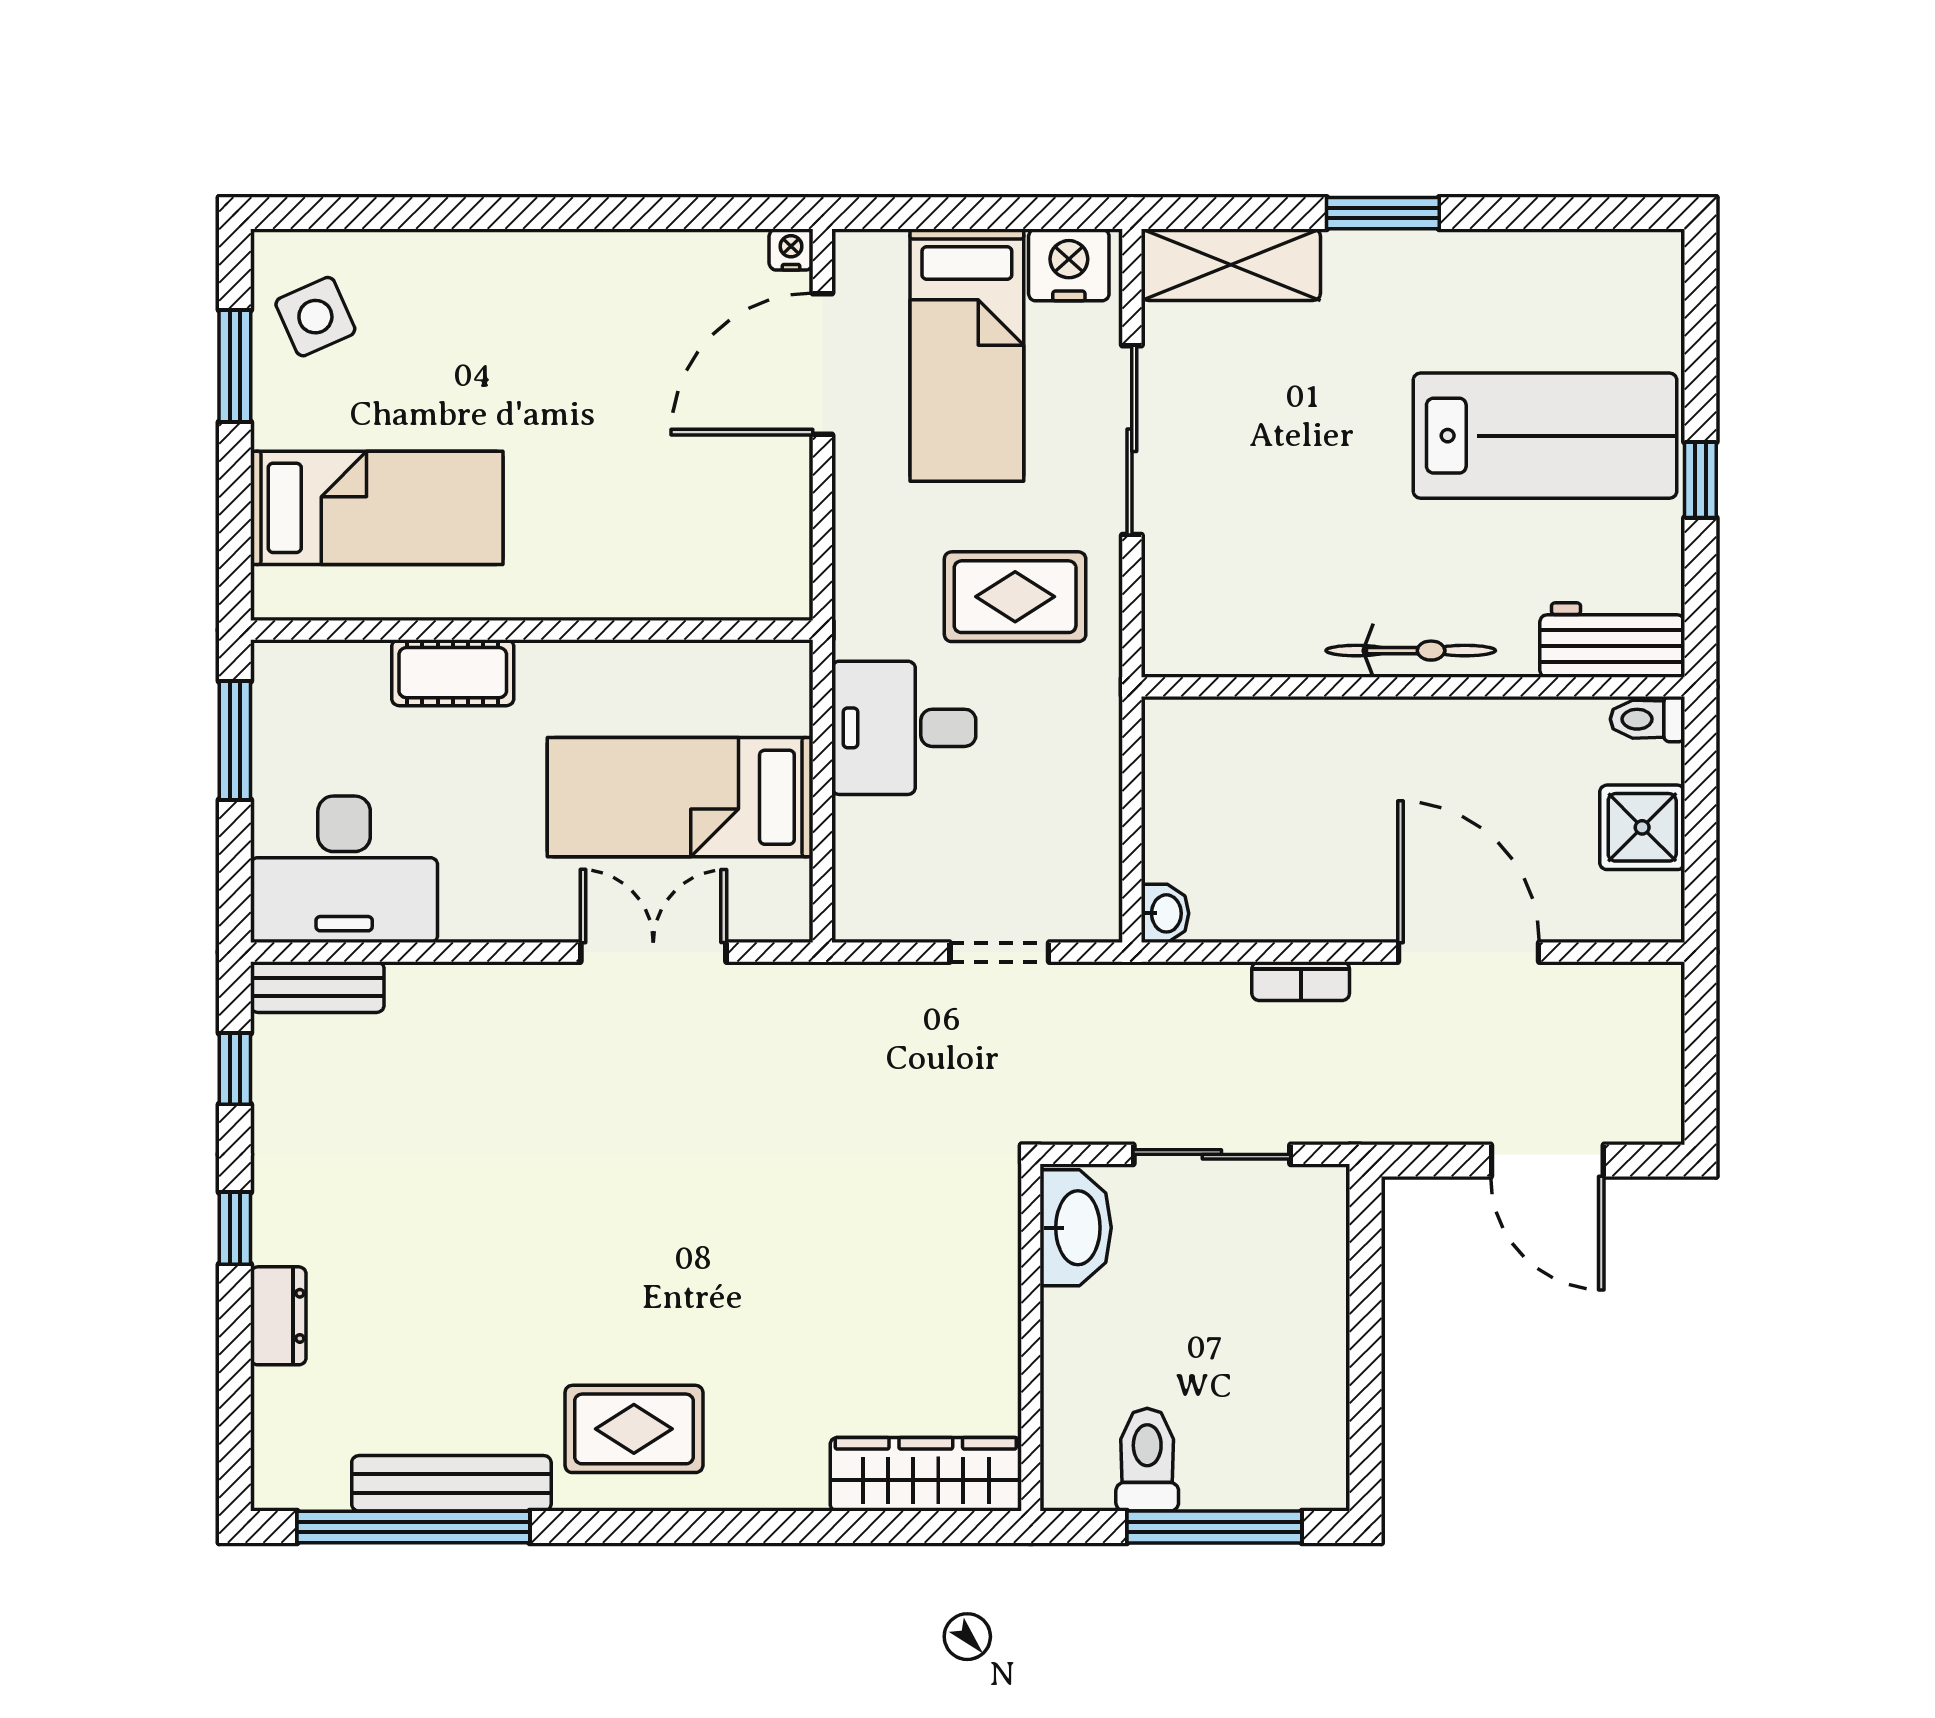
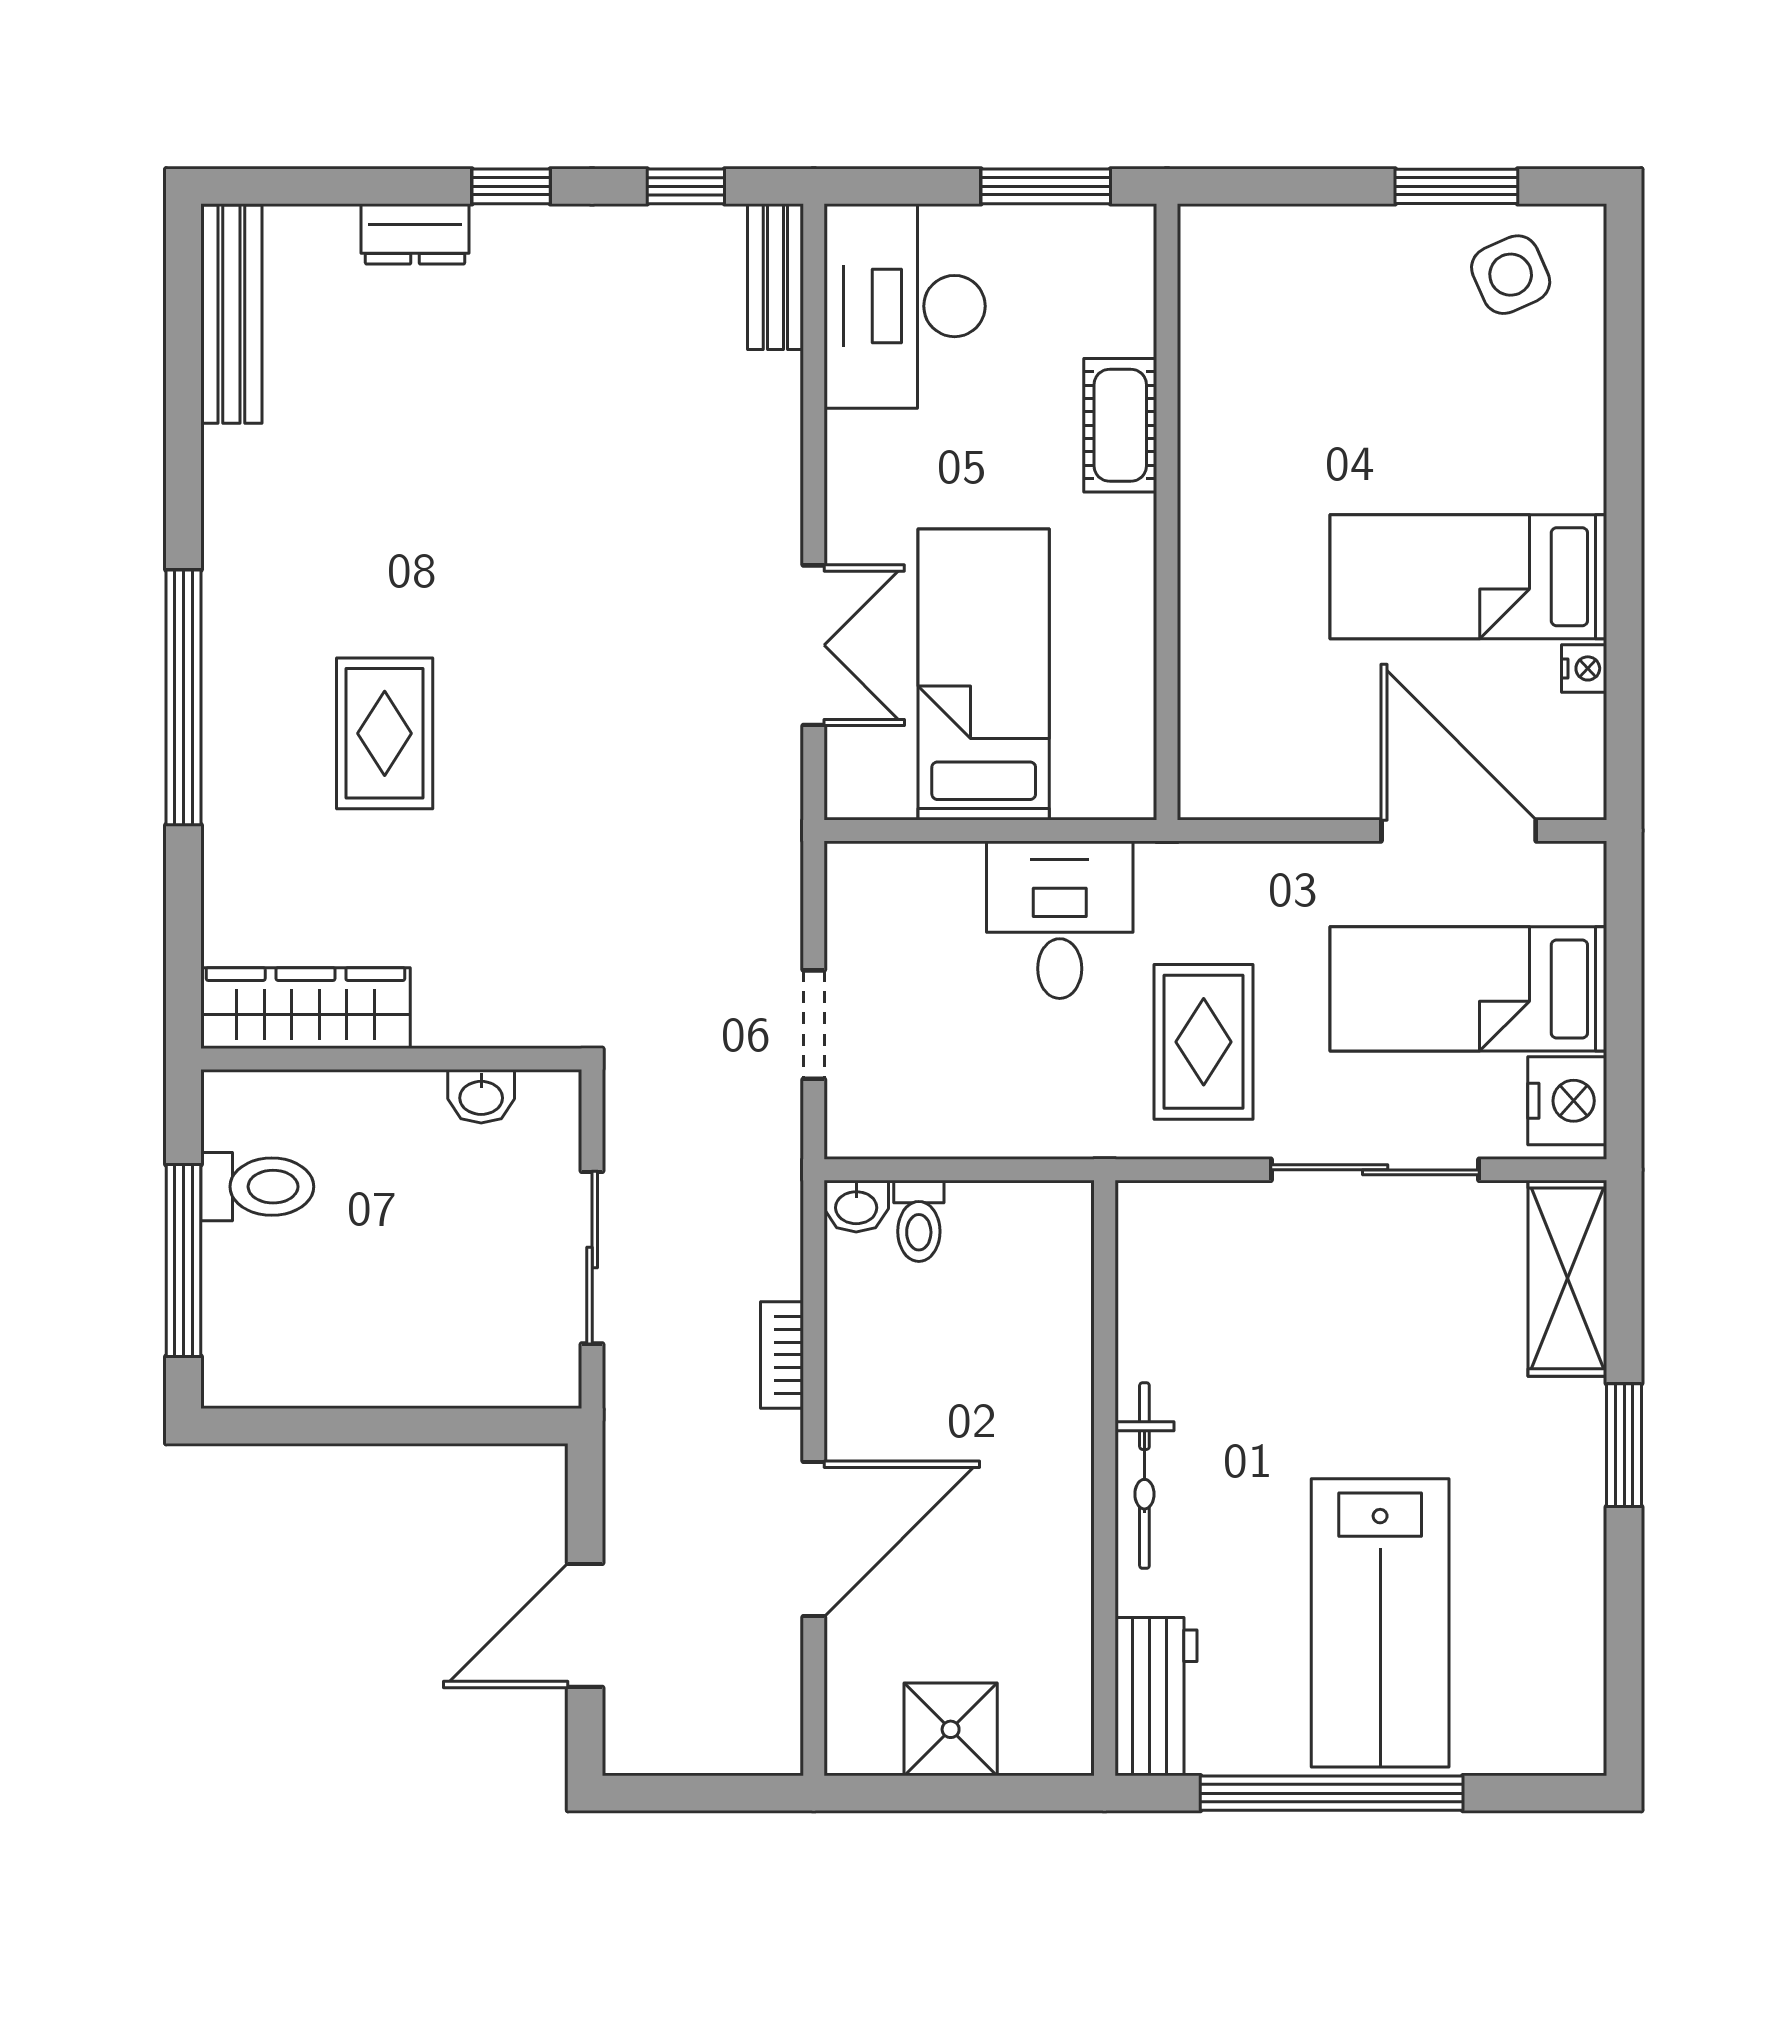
nightstand: (791, 250) -> (1584, 668), moved
window: (1700, 480) -> (1332, 1793), width x3.17
bed: (377, 508) -> (1468, 577), moved, turned 90
toilet: (1647, 719) -> (919, 1221), moved, turned 180
washbasin: (1076, 1228) -> (481, 1096), width x0.52, depth x0.69
rug: (634, 1429) -> (385, 733), moved
wardrobe: (926, 1474) -> (306, 1008), moved, turned -90
bench: (451, 1483) -> (231, 314), moved
window: (413, 1527) -> (183, 697), moved

